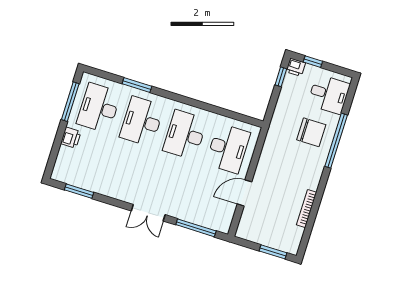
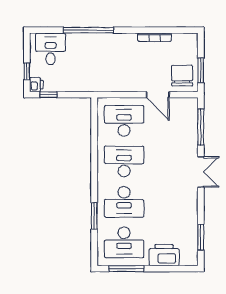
chair: (311, 132) -> (182, 76), moved
desk: (185, 135) -> (124, 161), turned 180
printer: (71, 138) -> (164, 255), width x1.87, depth x1.48
window: (273, 252) -> (201, 70), moved

